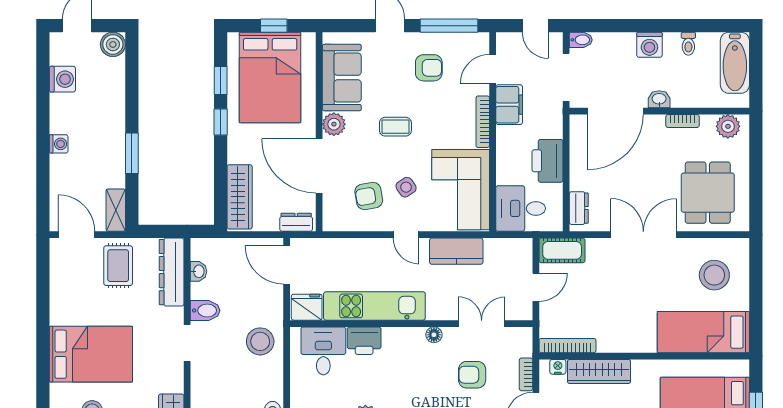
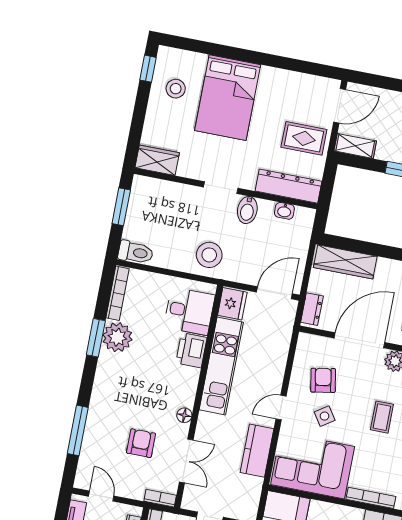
bookcase: (526, 374) -> (160, 498), moved

